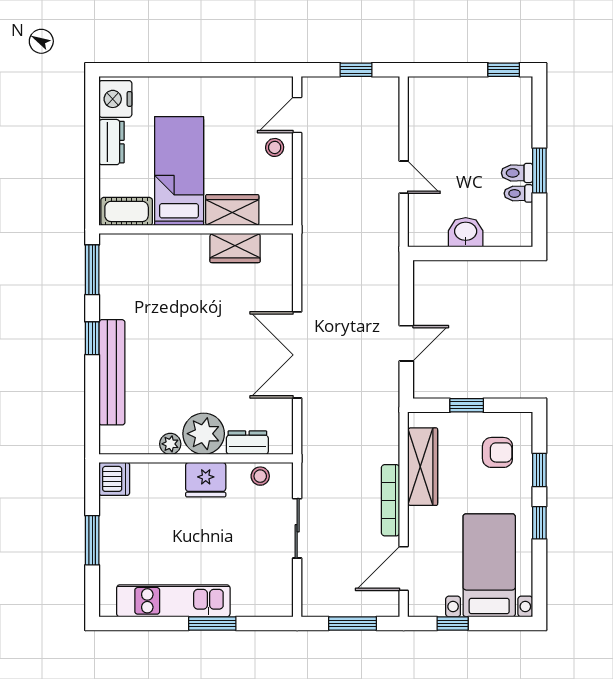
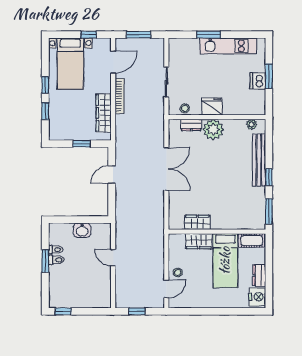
plant: (170, 444) -> (252, 124), moved
armchair: (497, 452) -> (66, 120), removed
dishwasher: (114, 479) -> (258, 81), moved

